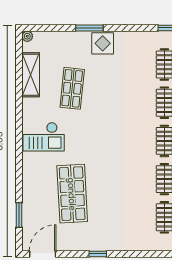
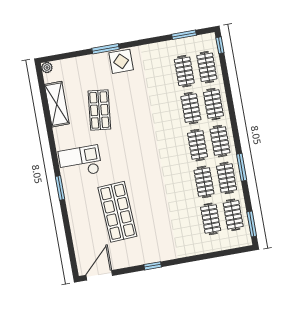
checkout: (44, 137) -> (80, 162), turned 180
window: (19, 215) -> (60, 188), moved

